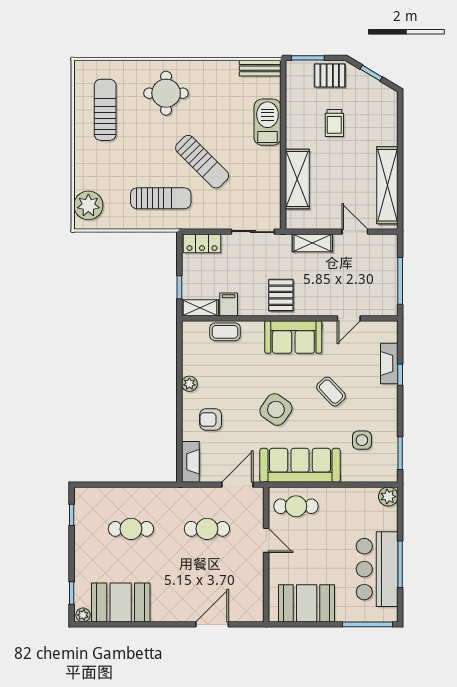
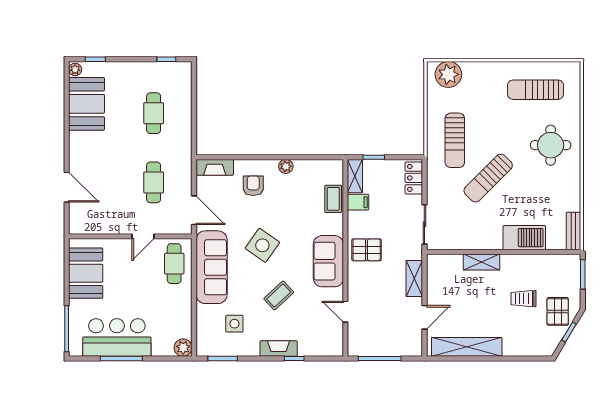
pallet: (330, 75) -> (558, 311), moved
sun lounger: (105, 110) -> (535, 90), turned 180
shelving: (297, 179) -> (481, 262), width x0.67, depth x0.75
fireplace: (389, 363) -> (279, 349), moved

